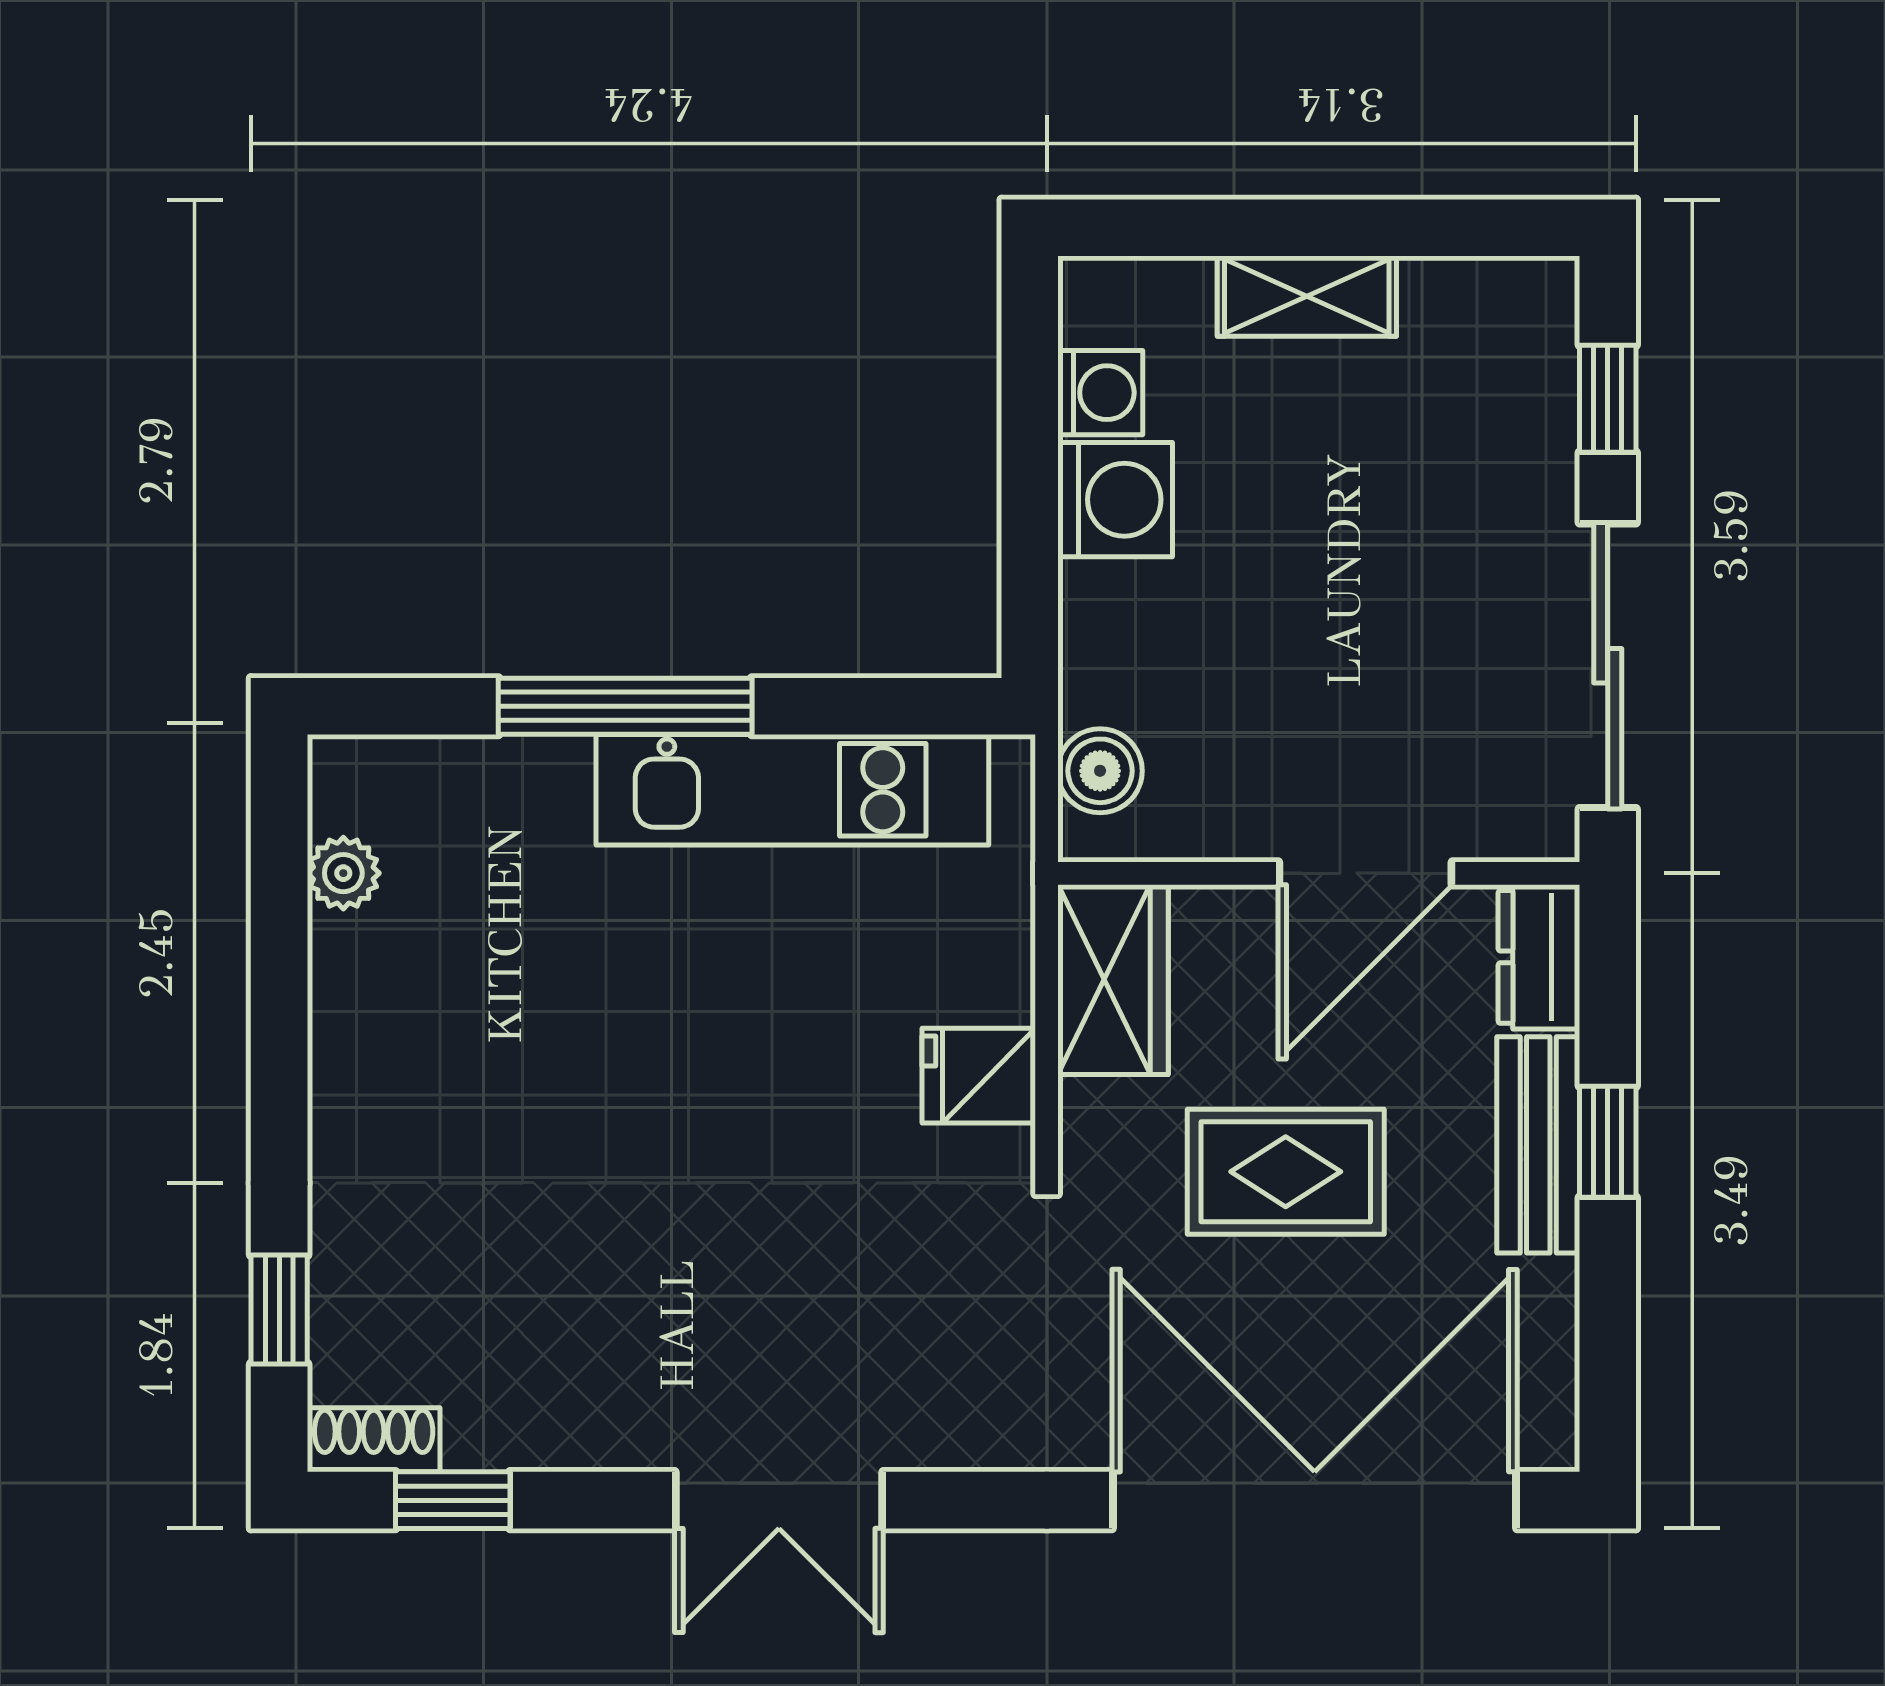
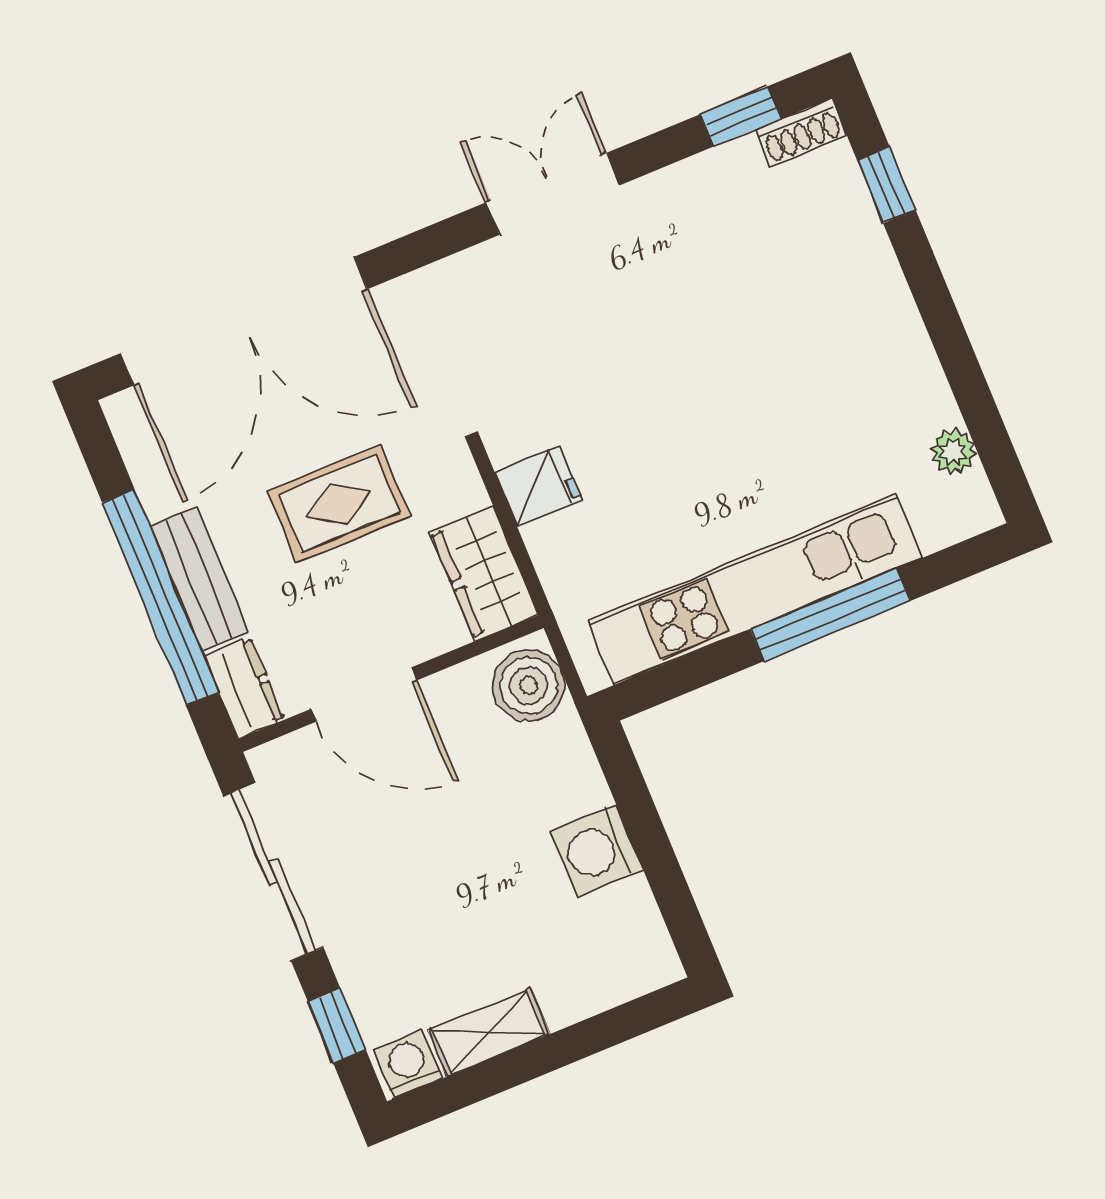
shelving: (1307, 296) -> (489, 1032), moved
washing machine: (1100, 393) -> (408, 1064), moved, turned 90
boiler: (1100, 771) -> (529, 685), width x1.36, depth x1.36
kitchen unit: (792, 790) -> (755, 590), width x1.36
door: (1365, 873) -> (364, 695), swing flipped
window: (1608, 1142) -> (160, 597), width x3.17

